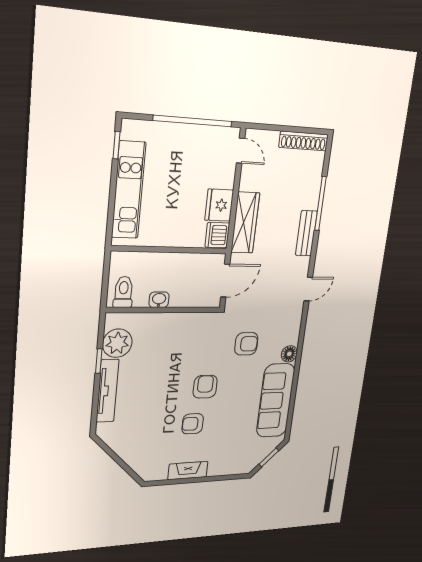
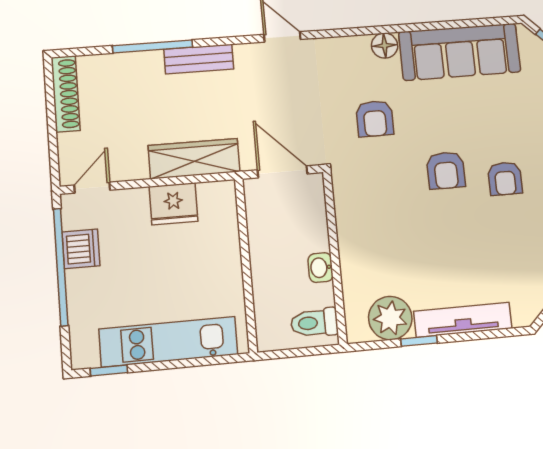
dishwasher: (217, 235) -> (81, 249), moved, turned -90
armchair: (246, 344) -> (375, 119), turned 180
armchair: (205, 387) -> (446, 170), turned -90

